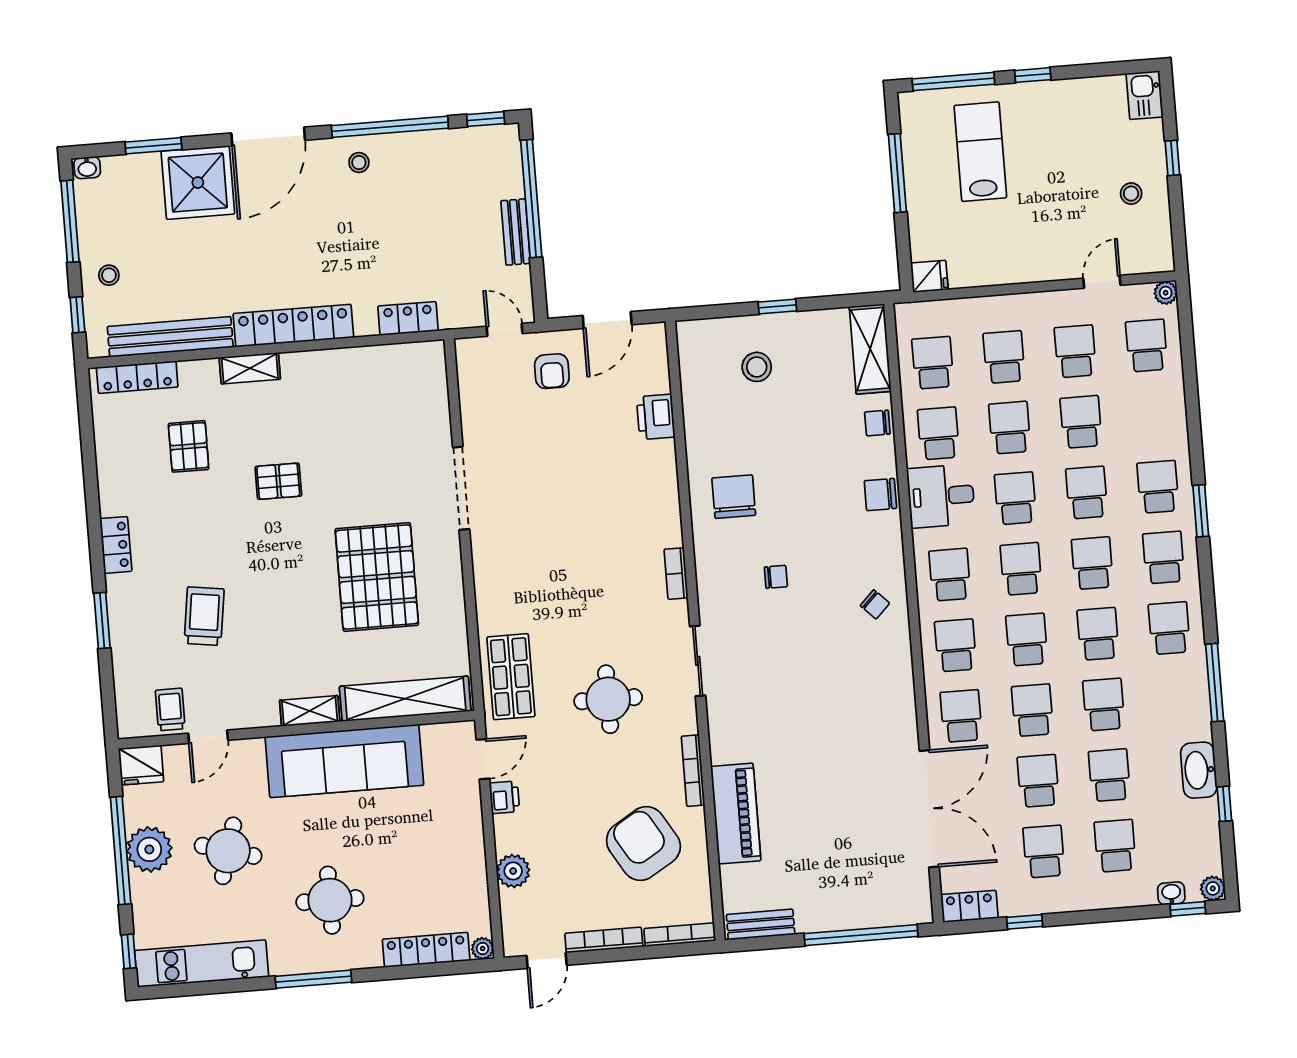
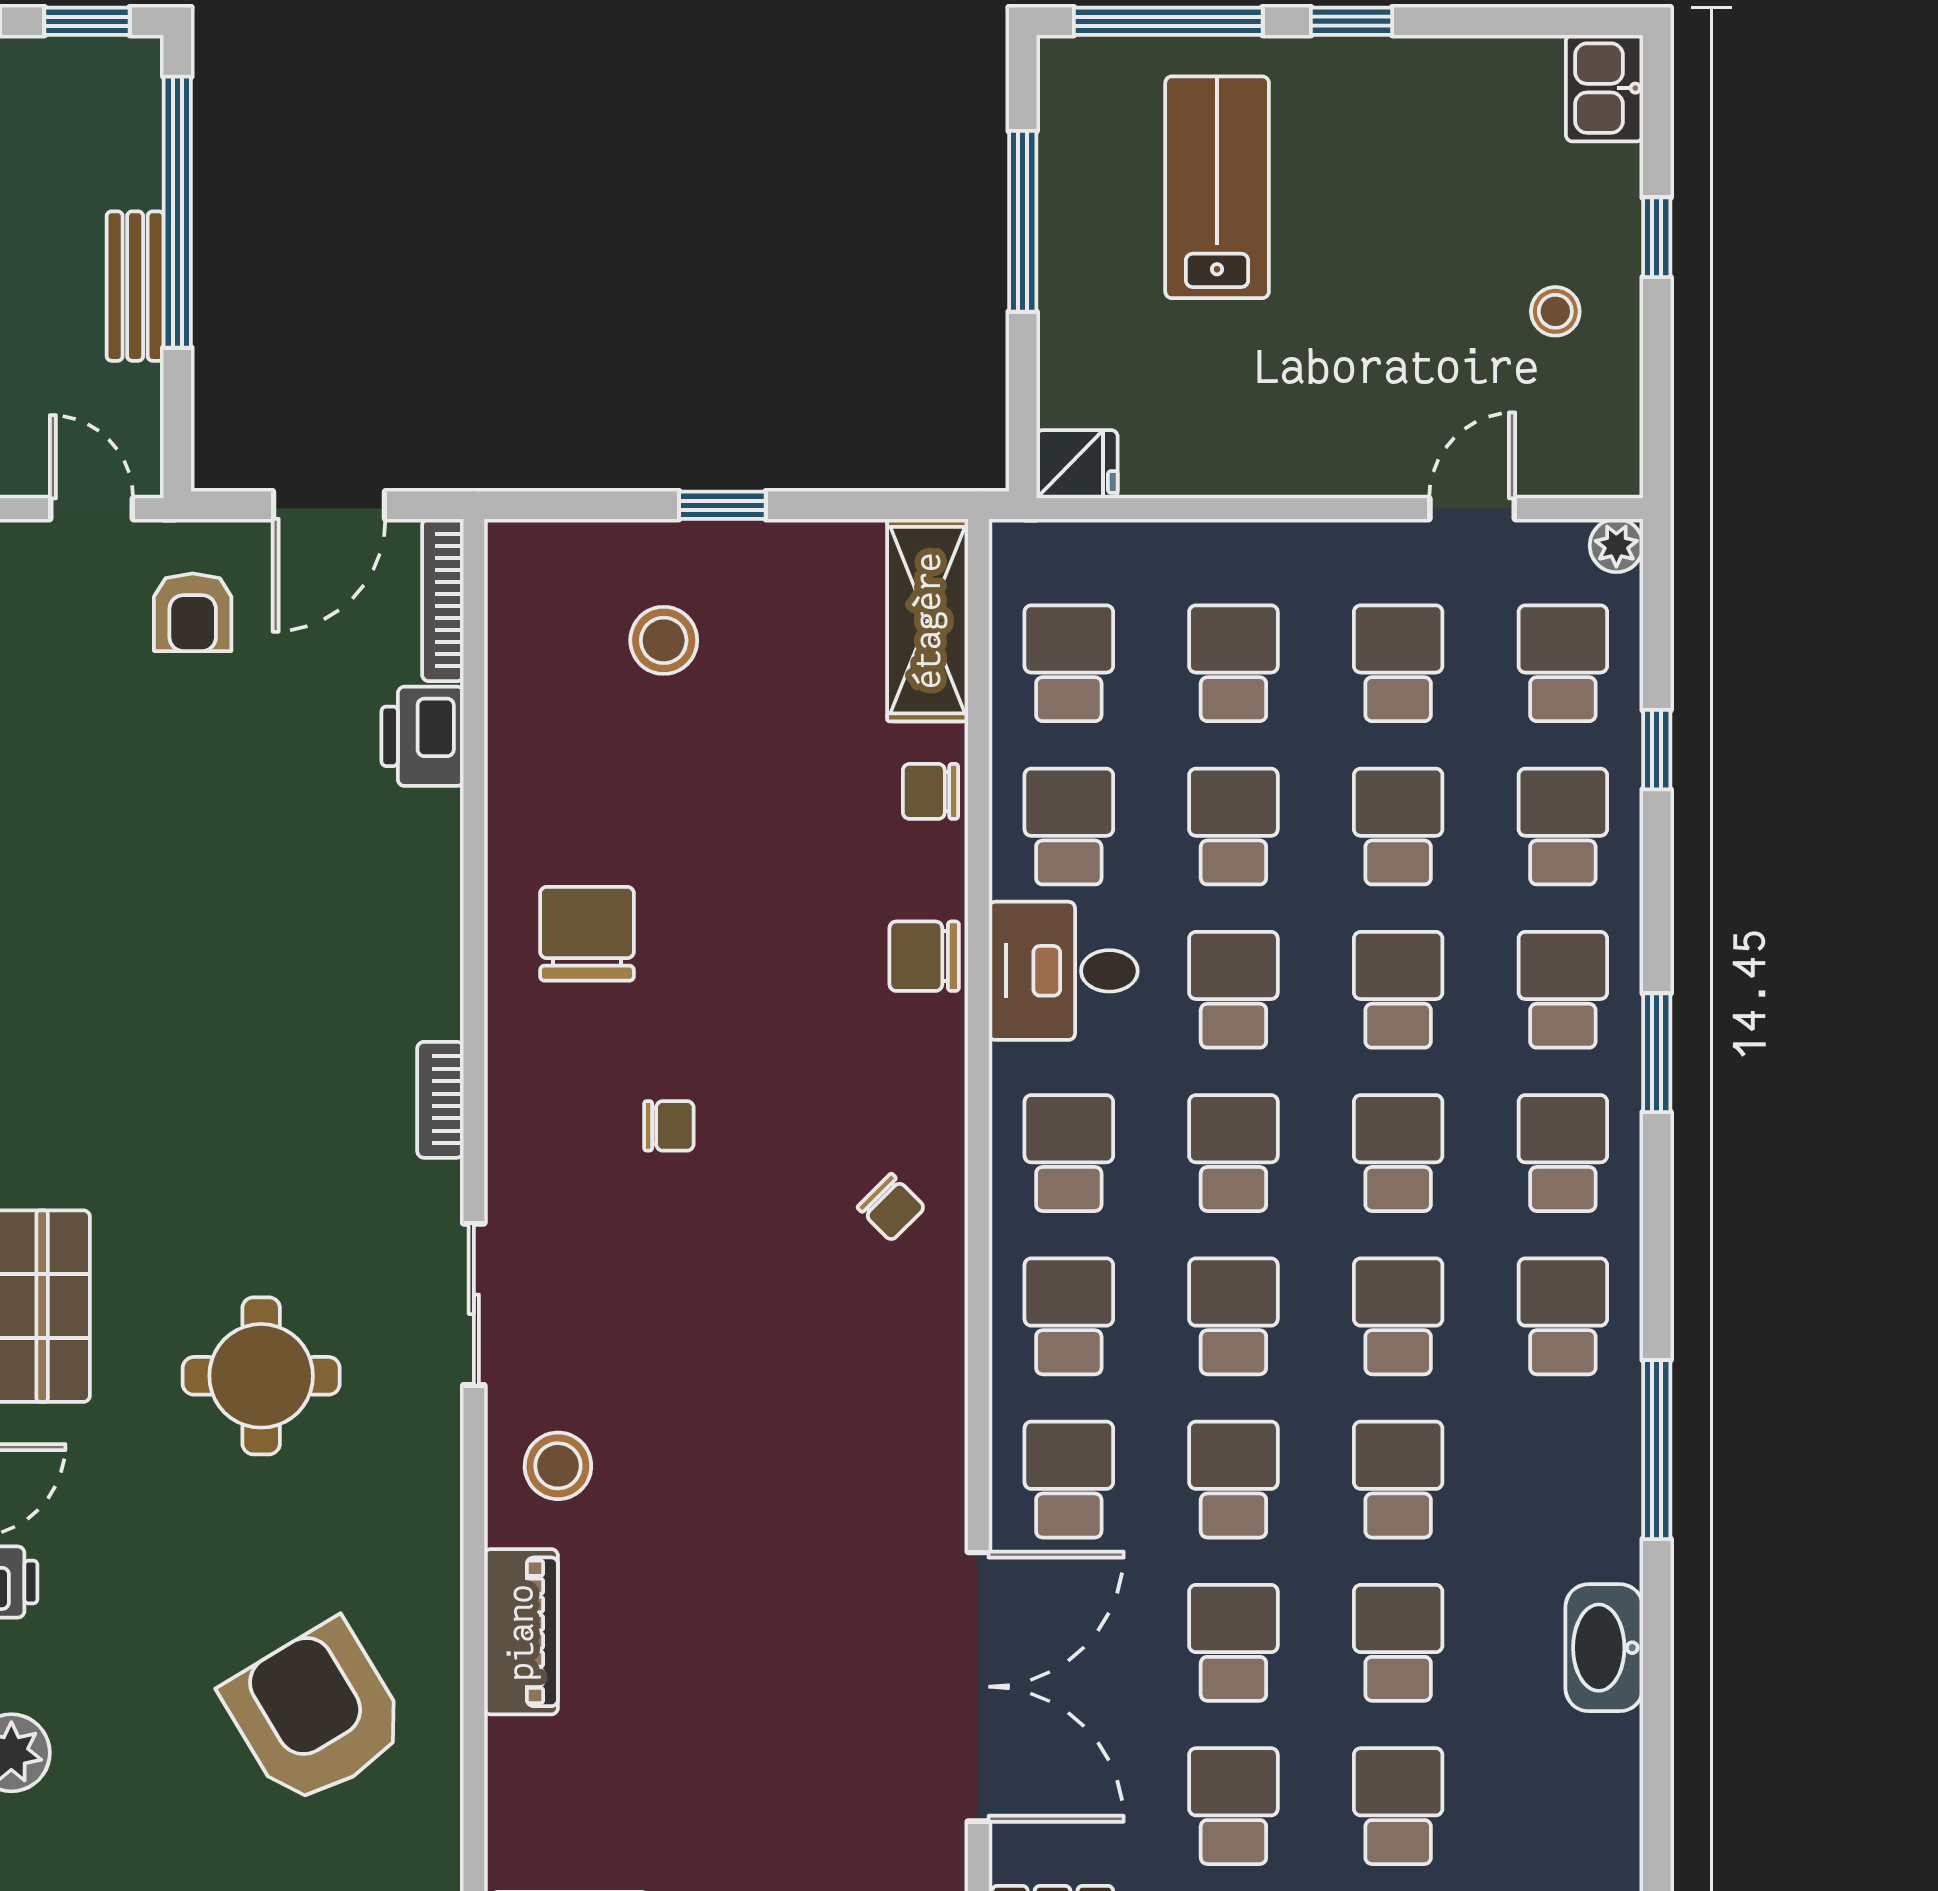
school desk: (1152, 416) -> (1563, 827), added
stool: (740, 728) -> (558, 1466), added
bookcase: (693, 771) -> (443, 600), moved
window: (1224, 804) -> (1657, 750), moved
piano: (736, 814) -> (521, 1632), width x0.73, depth x0.75

